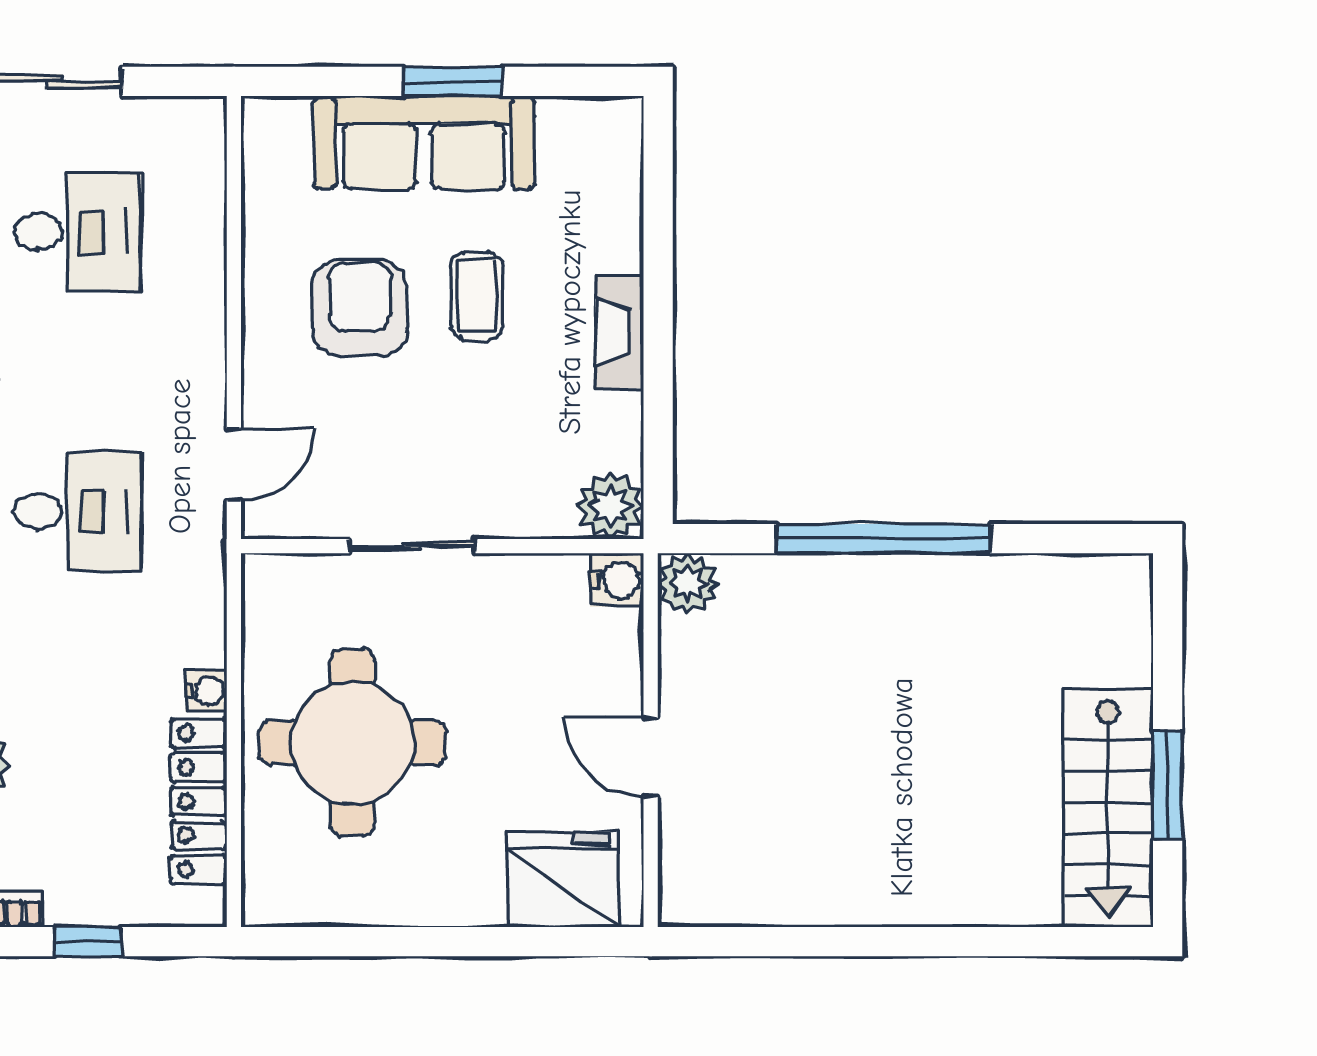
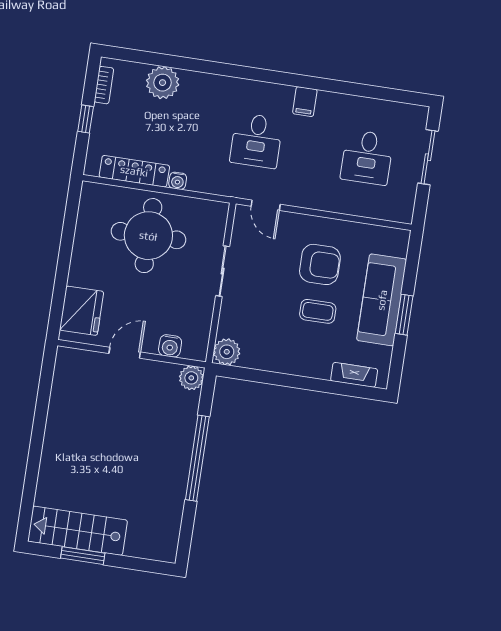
fireplace: (620, 332) -> (354, 375), moved
water cooler: (617, 580) -> (170, 346), moved

